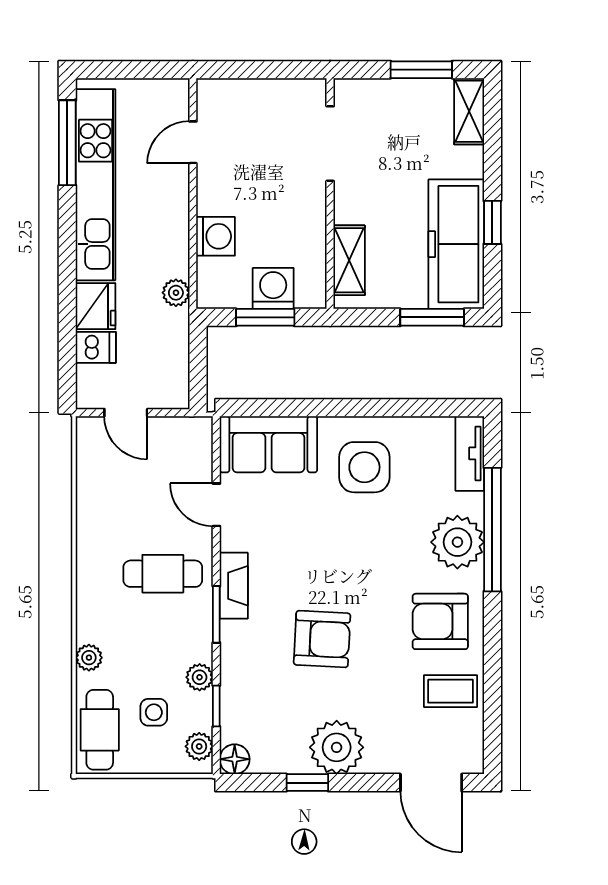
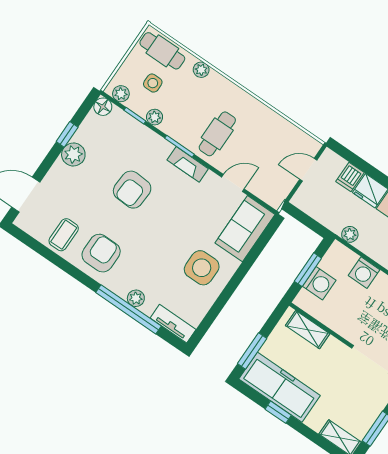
plant: (457, 542) -> (136, 298), width x0.53, depth x0.53
plant: (337, 747) -> (73, 154), width x0.73, depth x0.73

